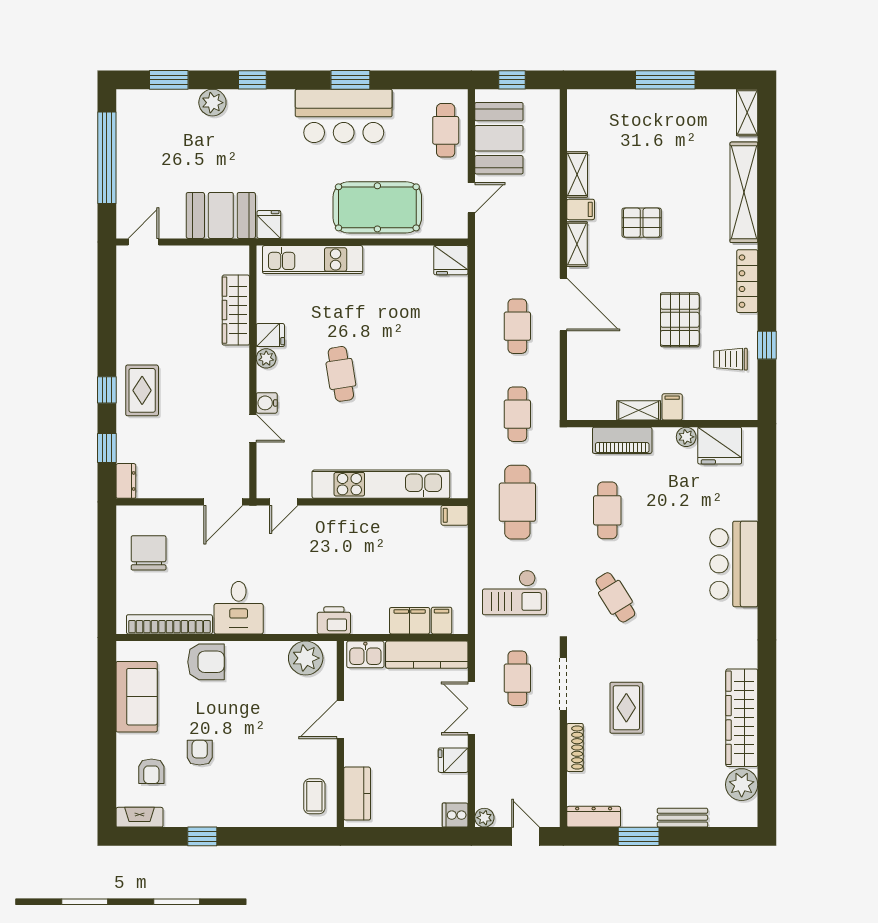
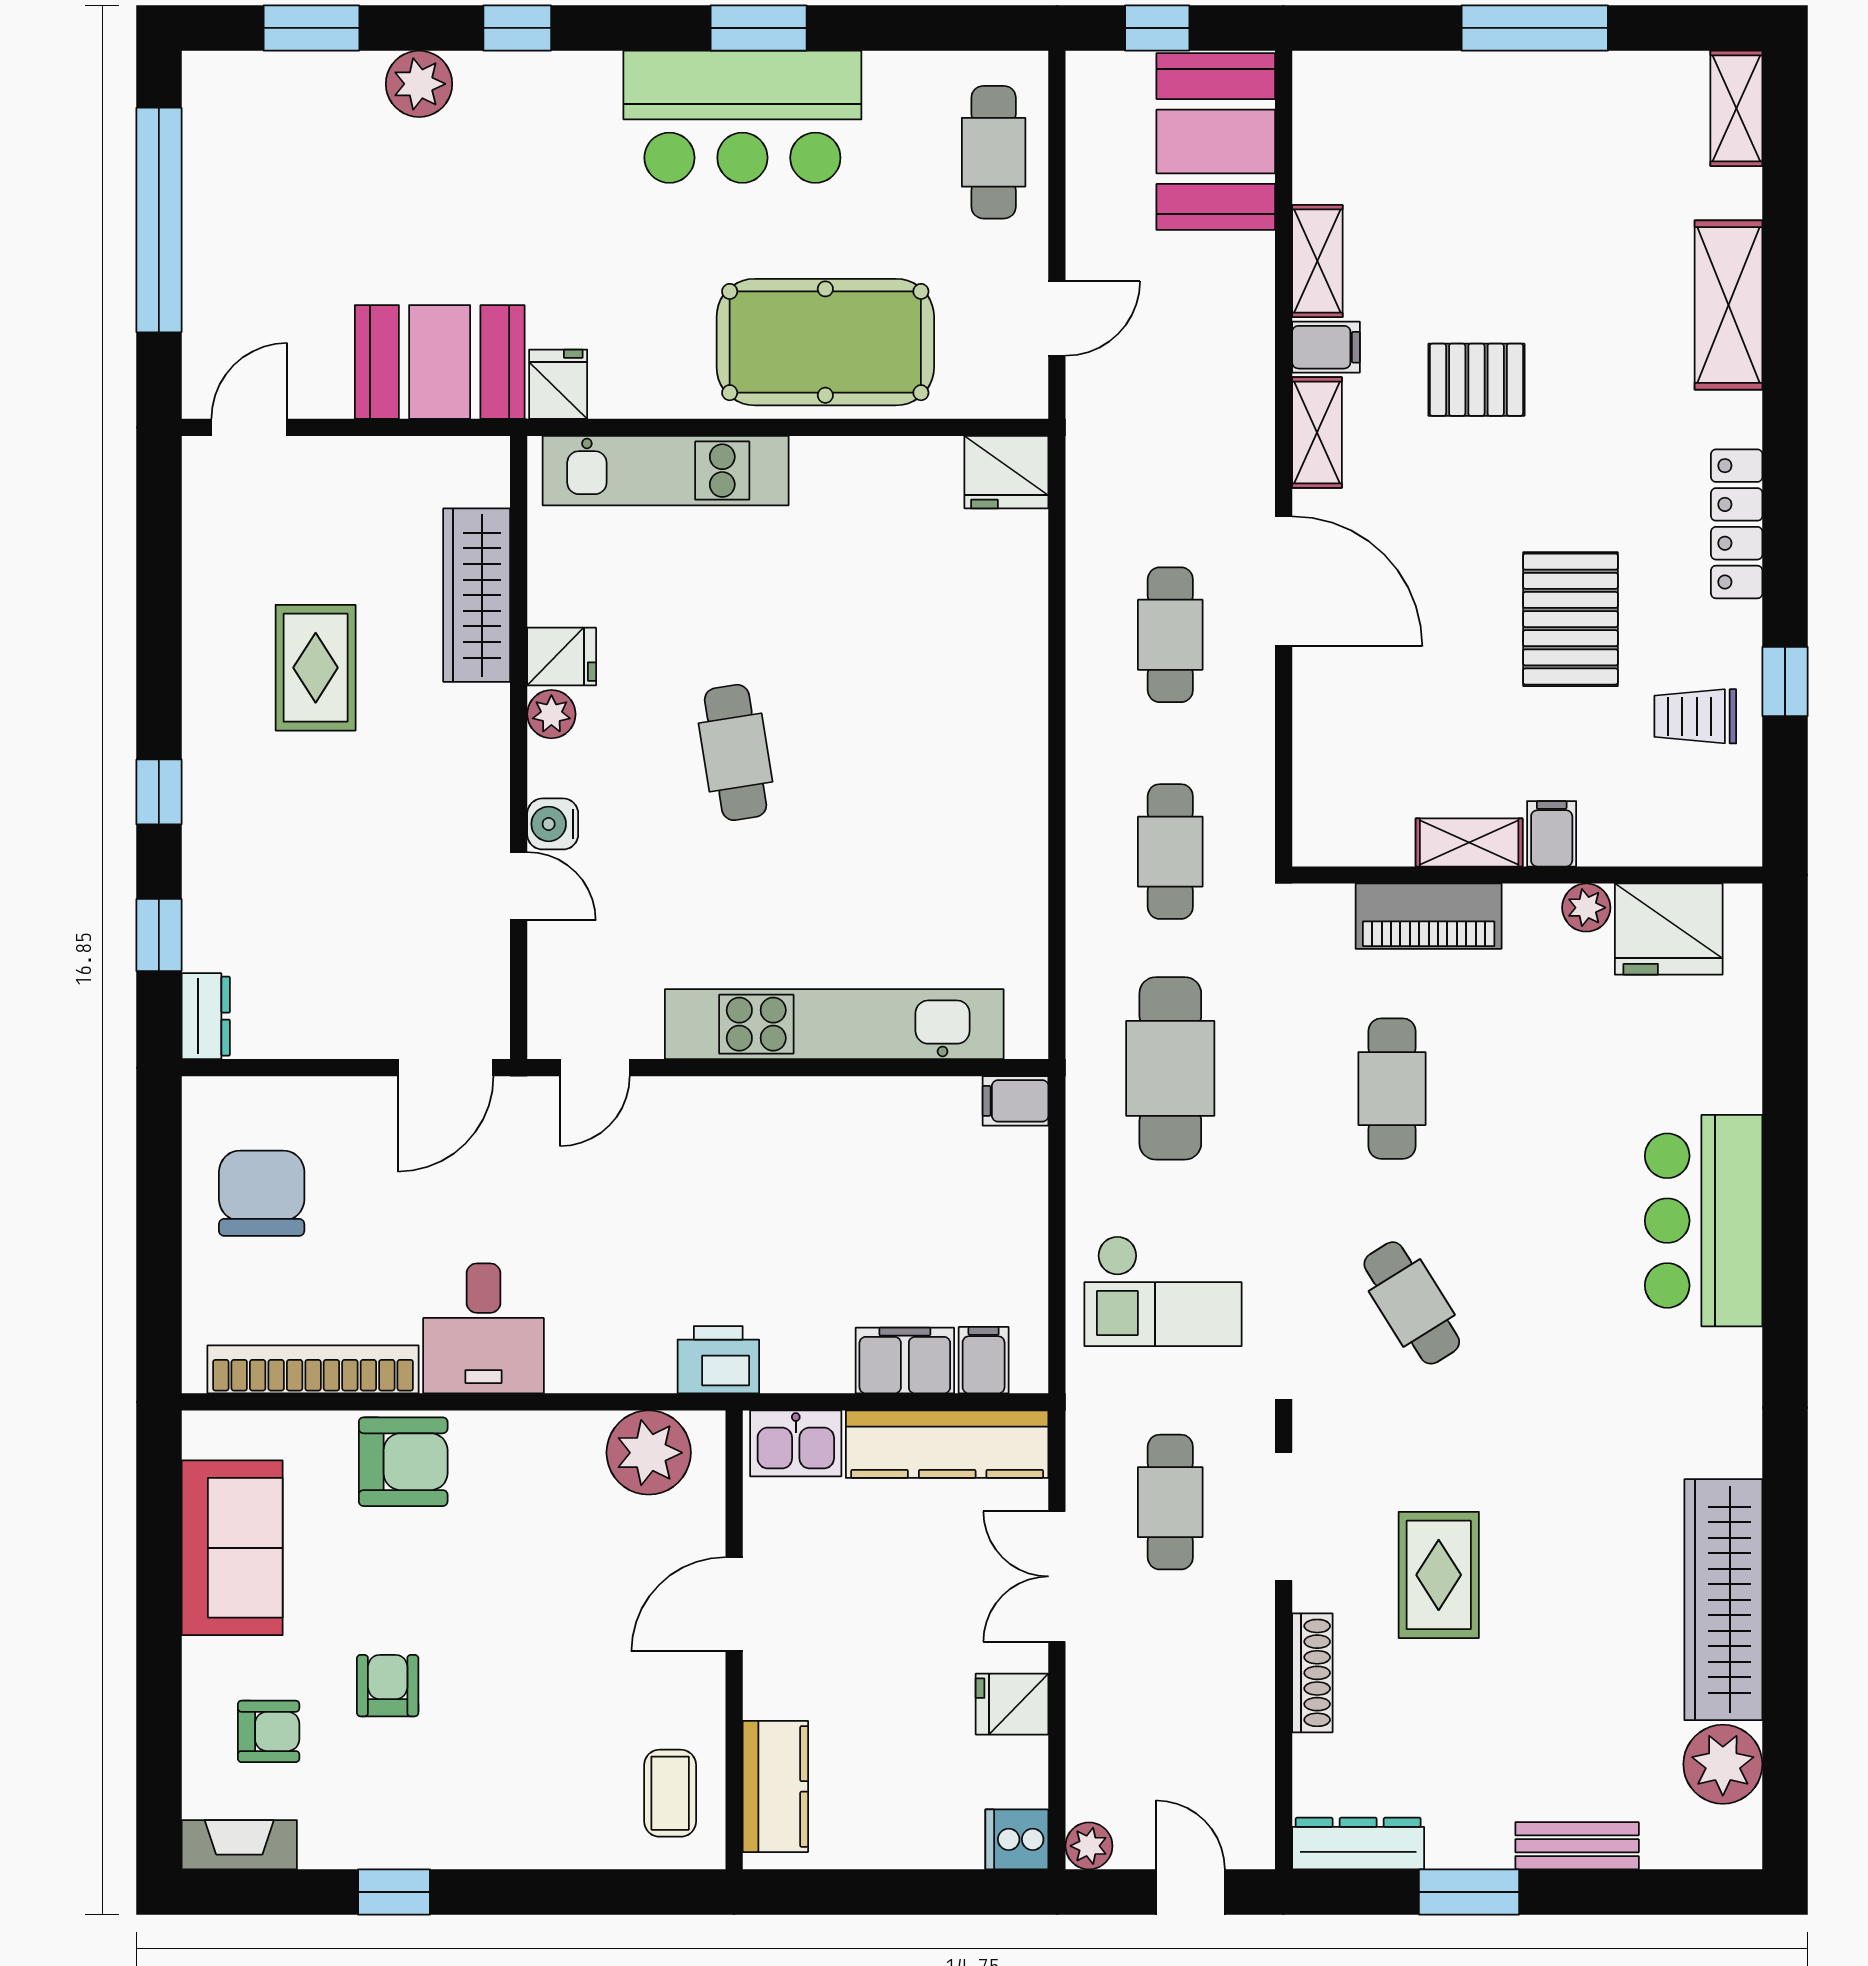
booth: (499, 138) -> (1216, 142), moved
shelving: (744, 192) -> (1729, 305), width x0.68
rug: (142, 390) -> (316, 668), moved
armchair: (151, 771) -> (269, 1731), turned -90

